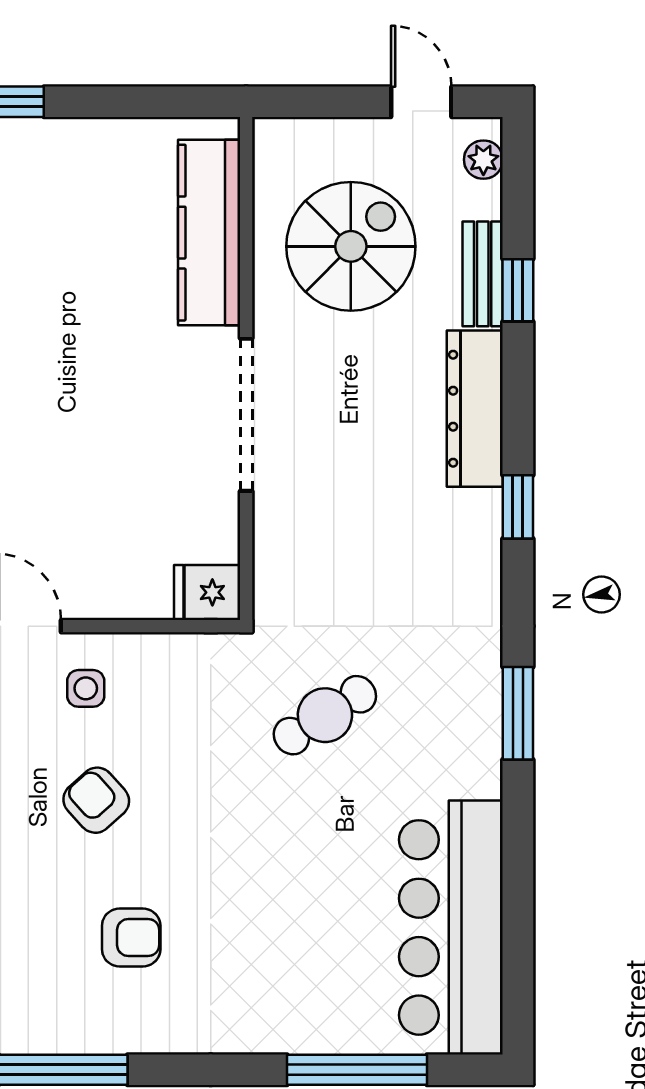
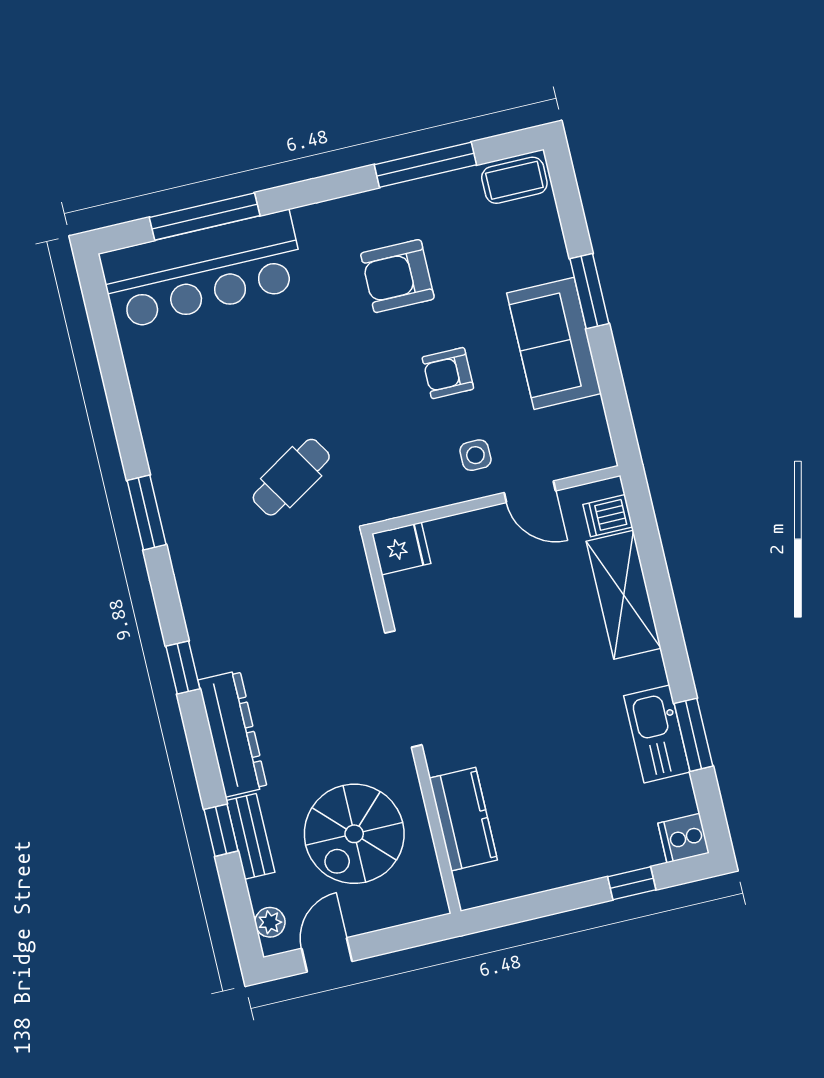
door: (421, 102) -> (327, 955), swing flipped
kitchen counter: (209, 233) -> (463, 819), width x0.67
armchair: (96, 800) -> (448, 373), turned 132
bar counter: (451, 927) -> (202, 270), moved, turned 90
armchair: (131, 937) -> (397, 276), width x1.38, depth x1.38

